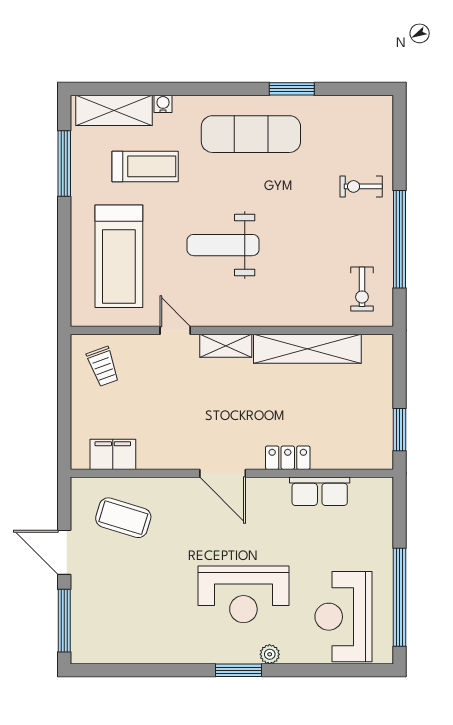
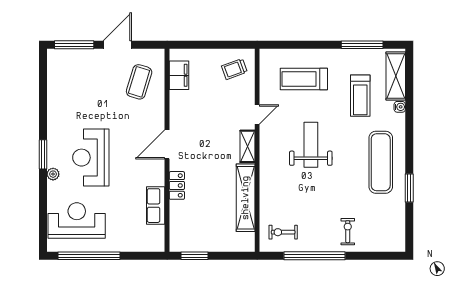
treadmill: (119, 256) -> (304, 79), width x0.73, depth x0.73

